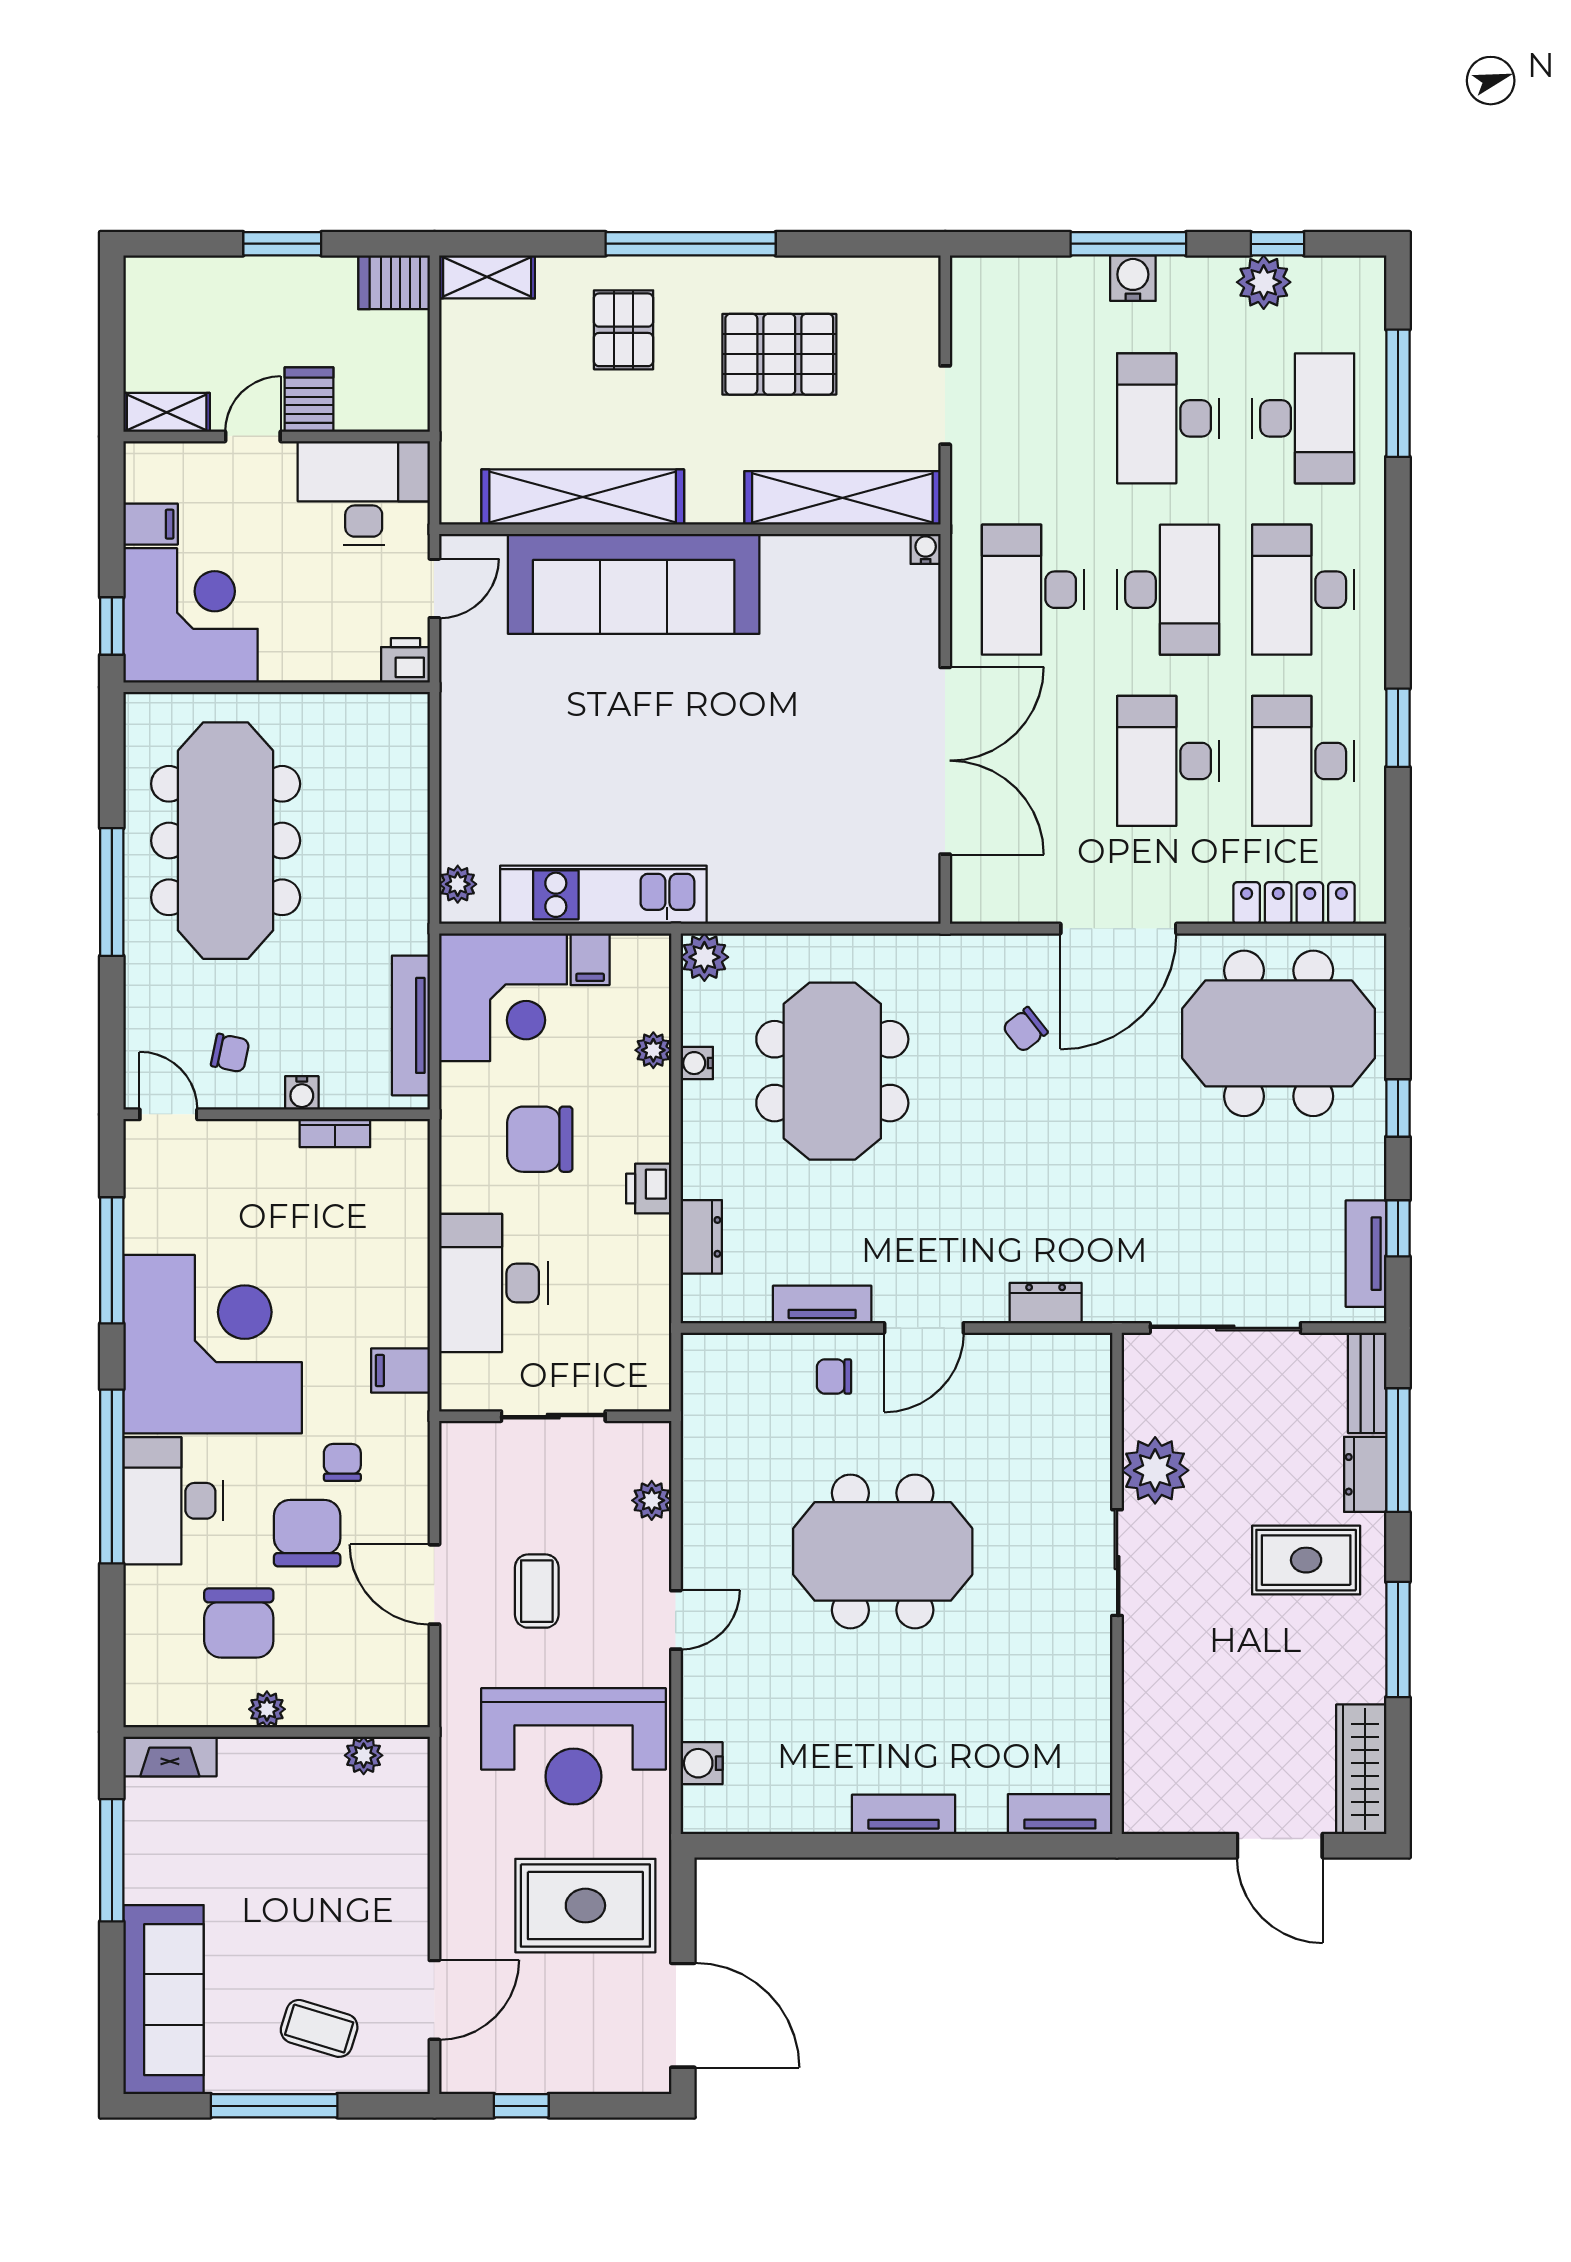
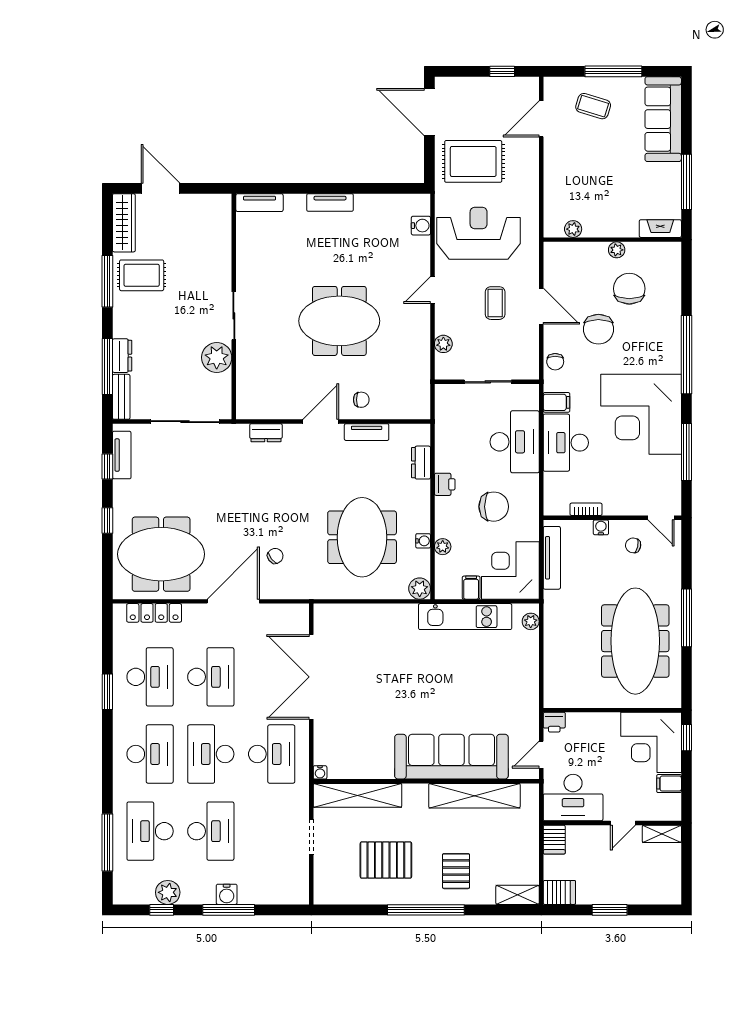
server rack: (309, 400) -> (554, 840), moved
chair: (342, 1462) -> (555, 362), moved
desk: (173, 1501) -> (566, 443), moved, turned 180
rug: (1306, 1560) -> (142, 275), moved

